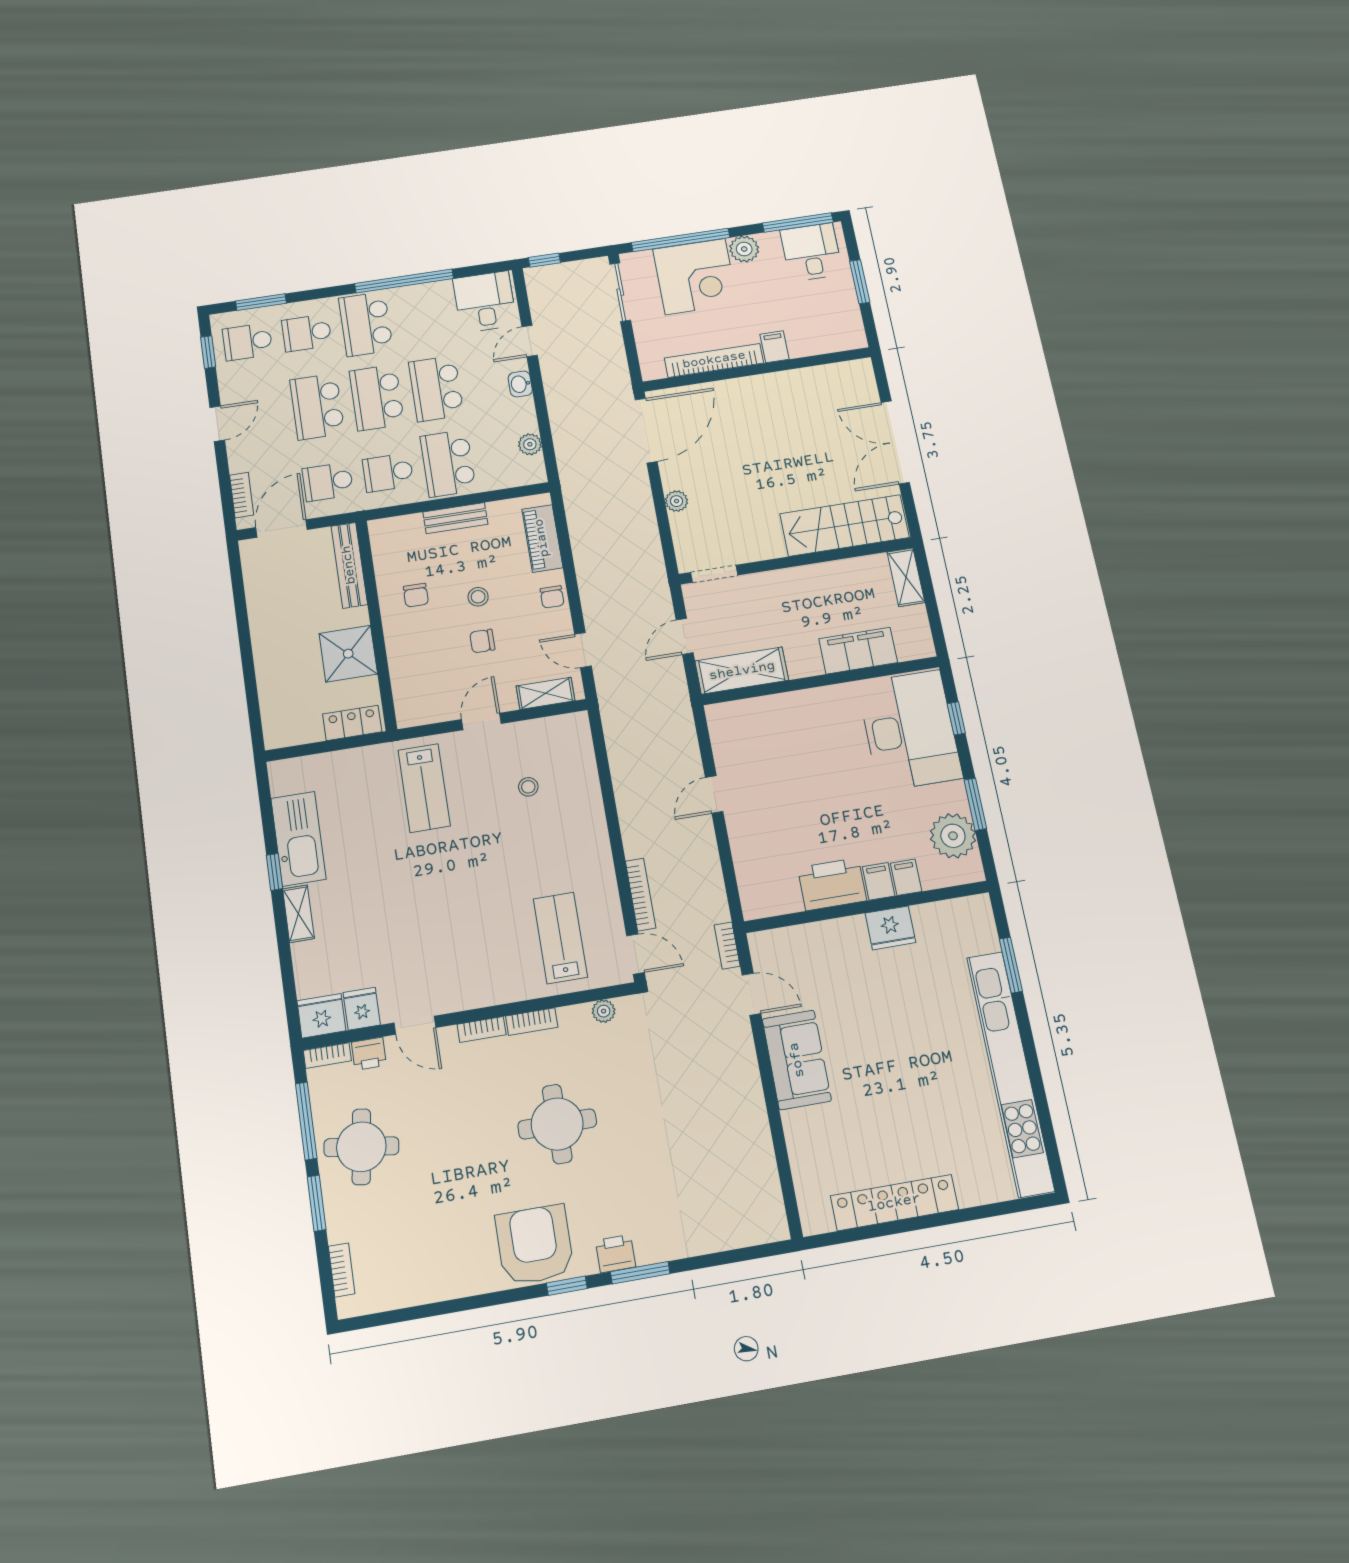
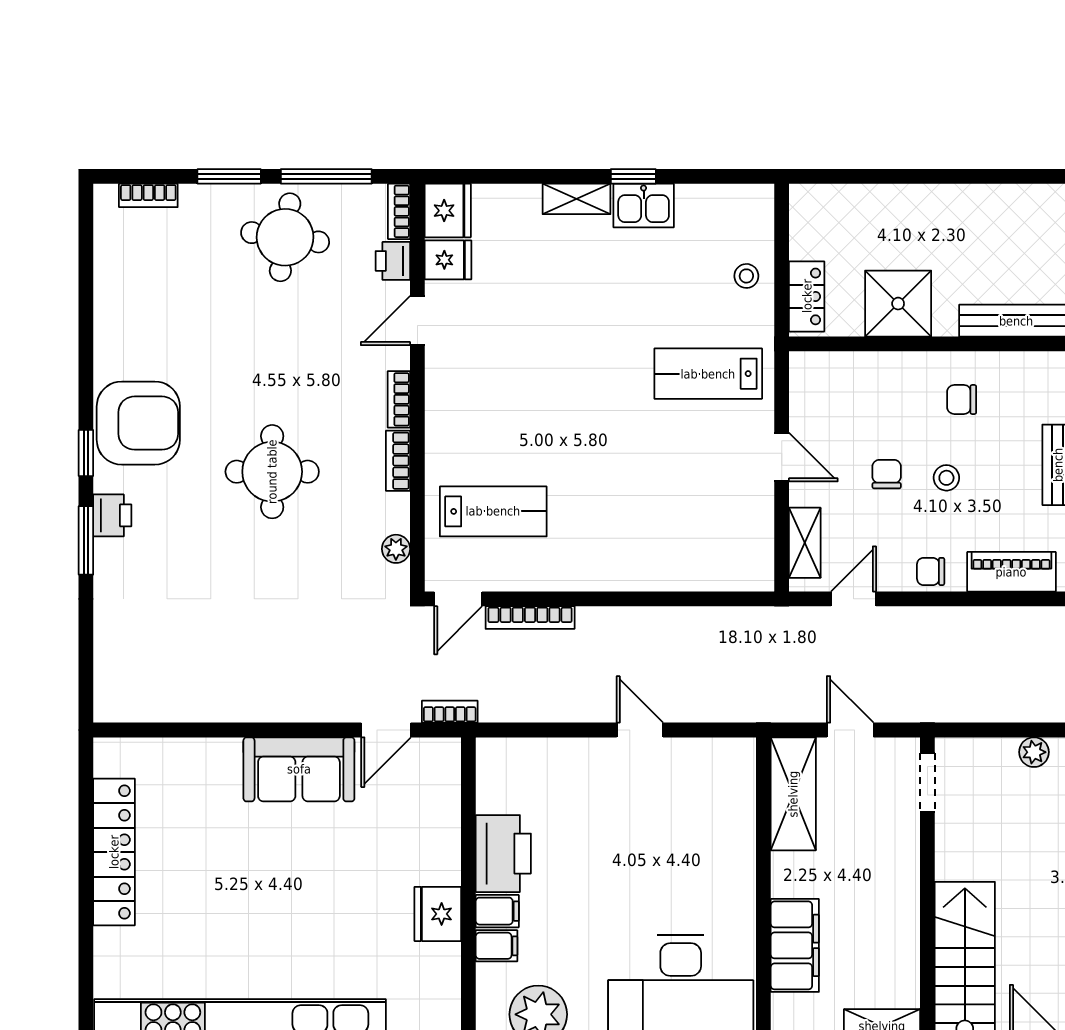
stool: (528, 787) -> (746, 276), moved
kitchen sink: (298, 839) -> (644, 206), width x0.53, depth x0.81

